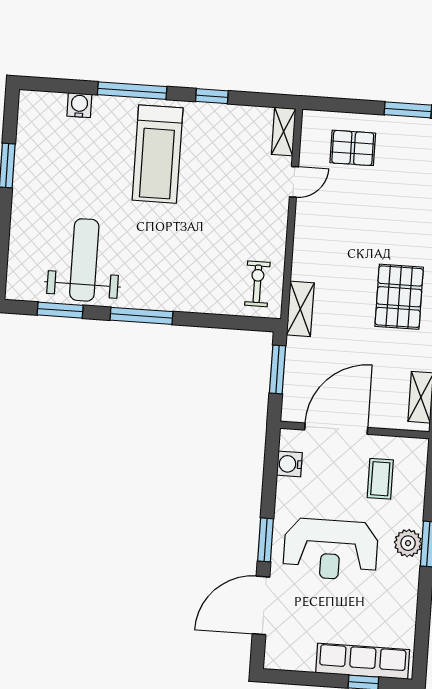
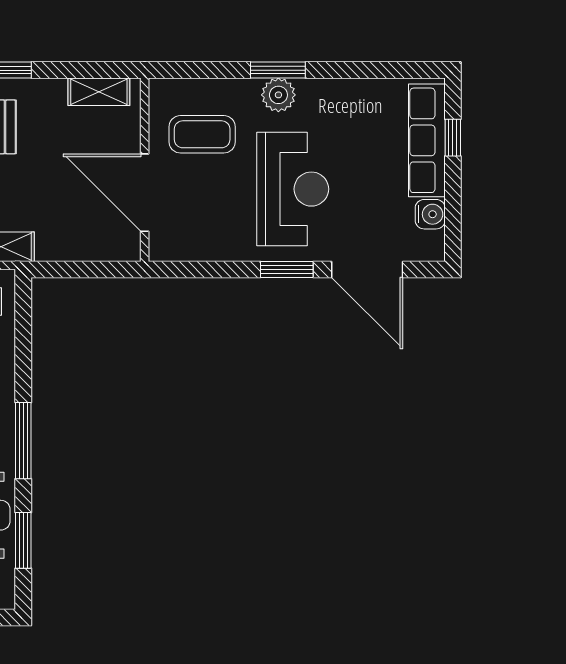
window: (277, 369) -> (77, 269), removed
water cooler: (289, 464) -> (430, 214), moved, turned -90
coffee table: (380, 479) -> (202, 134), width x1.36, depth x1.30

